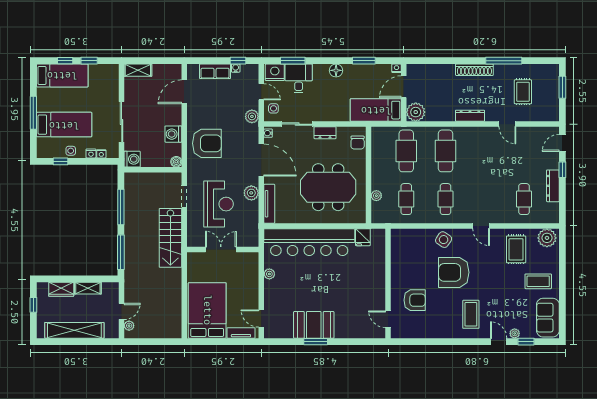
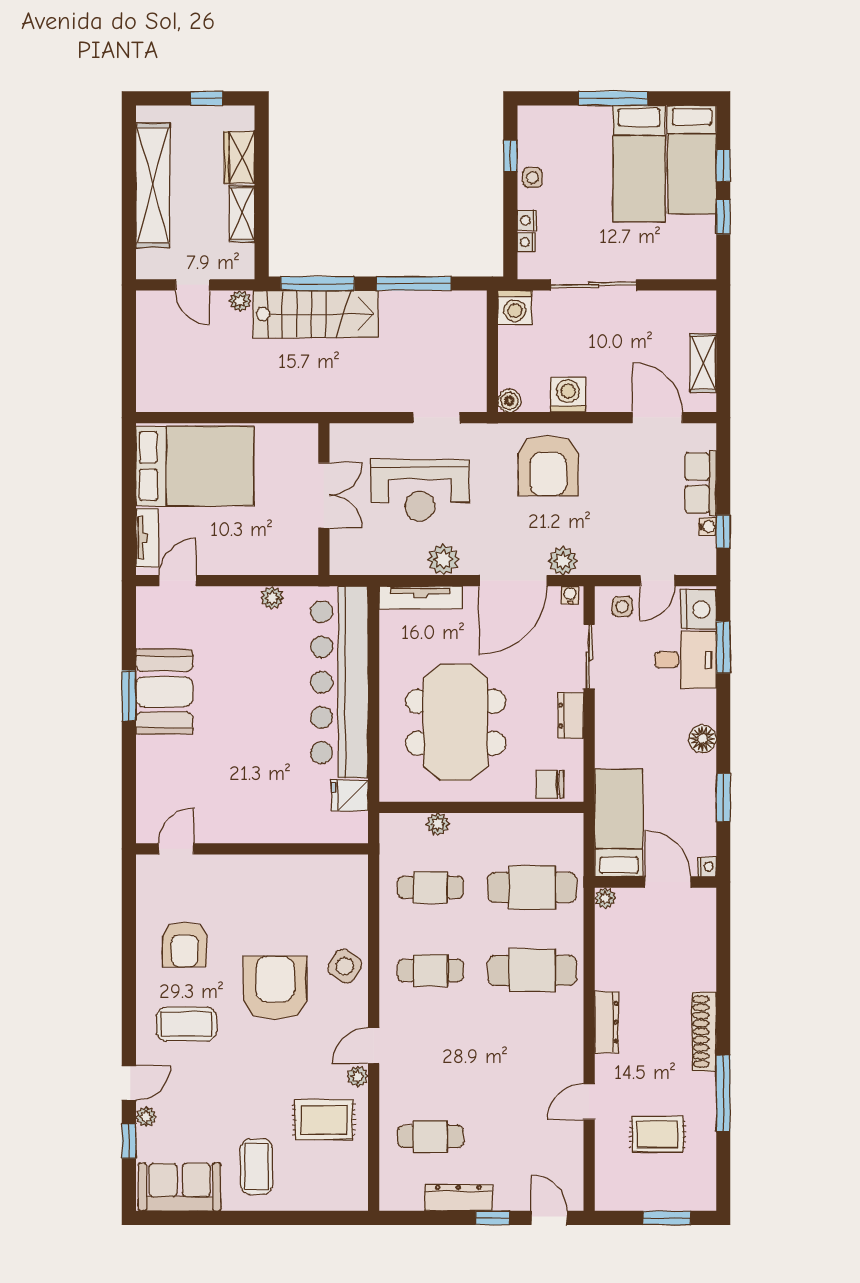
shelving: (138, 70) -> (703, 363), moved
plant: (416, 112) -> (605, 898), width x0.53, depth x0.53
plant: (252, 116) -> (563, 561), moved
bed: (64, 125) -> (639, 163), moved
stairs: (170, 238) -> (315, 314), moved, turned 180
plant: (547, 238) -> (358, 1076), moved, width x0.53, depth x0.53
armchair: (415, 300) -> (185, 945), moved
plant: (129, 326) -> (240, 301), moved

